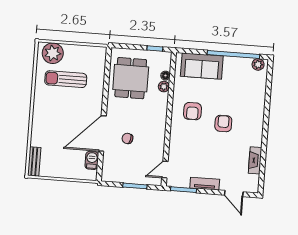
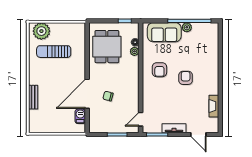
plant: (258, 64) -> (187, 27), moved
bench: (34, 161) -> (33, 97), moved

